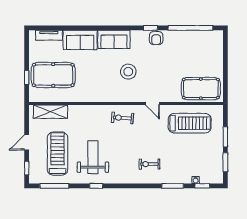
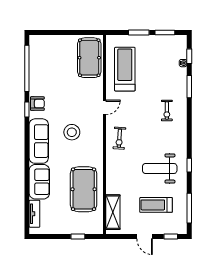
sofa: (114, 39) -> (39, 141), width x1.36
pool table: (53, 75) -> (84, 189), moved
treadmill: (57, 154) -> (156, 205), width x0.73, depth x0.73

